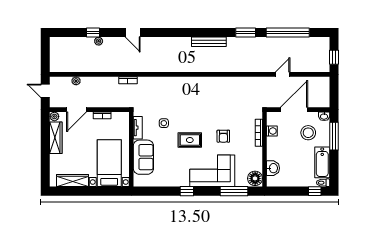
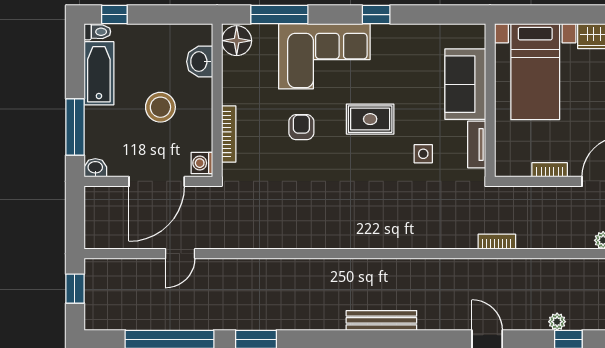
bench: (209, 42) -> (381, 320), moved
washing machine: (272, 131) -> (202, 163), moved
stool: (308, 133) -> (160, 107), moved

